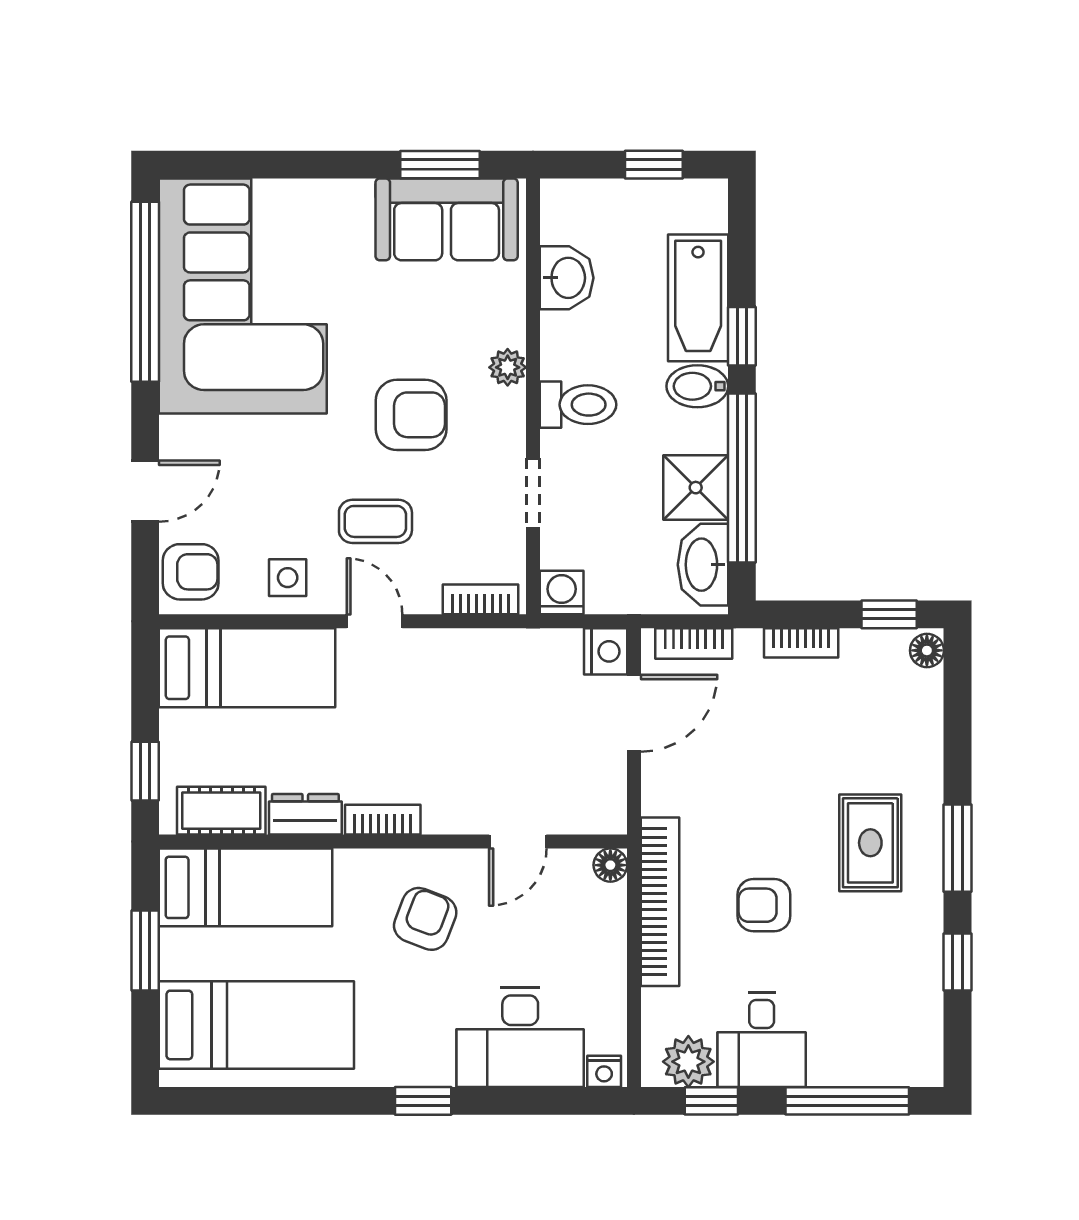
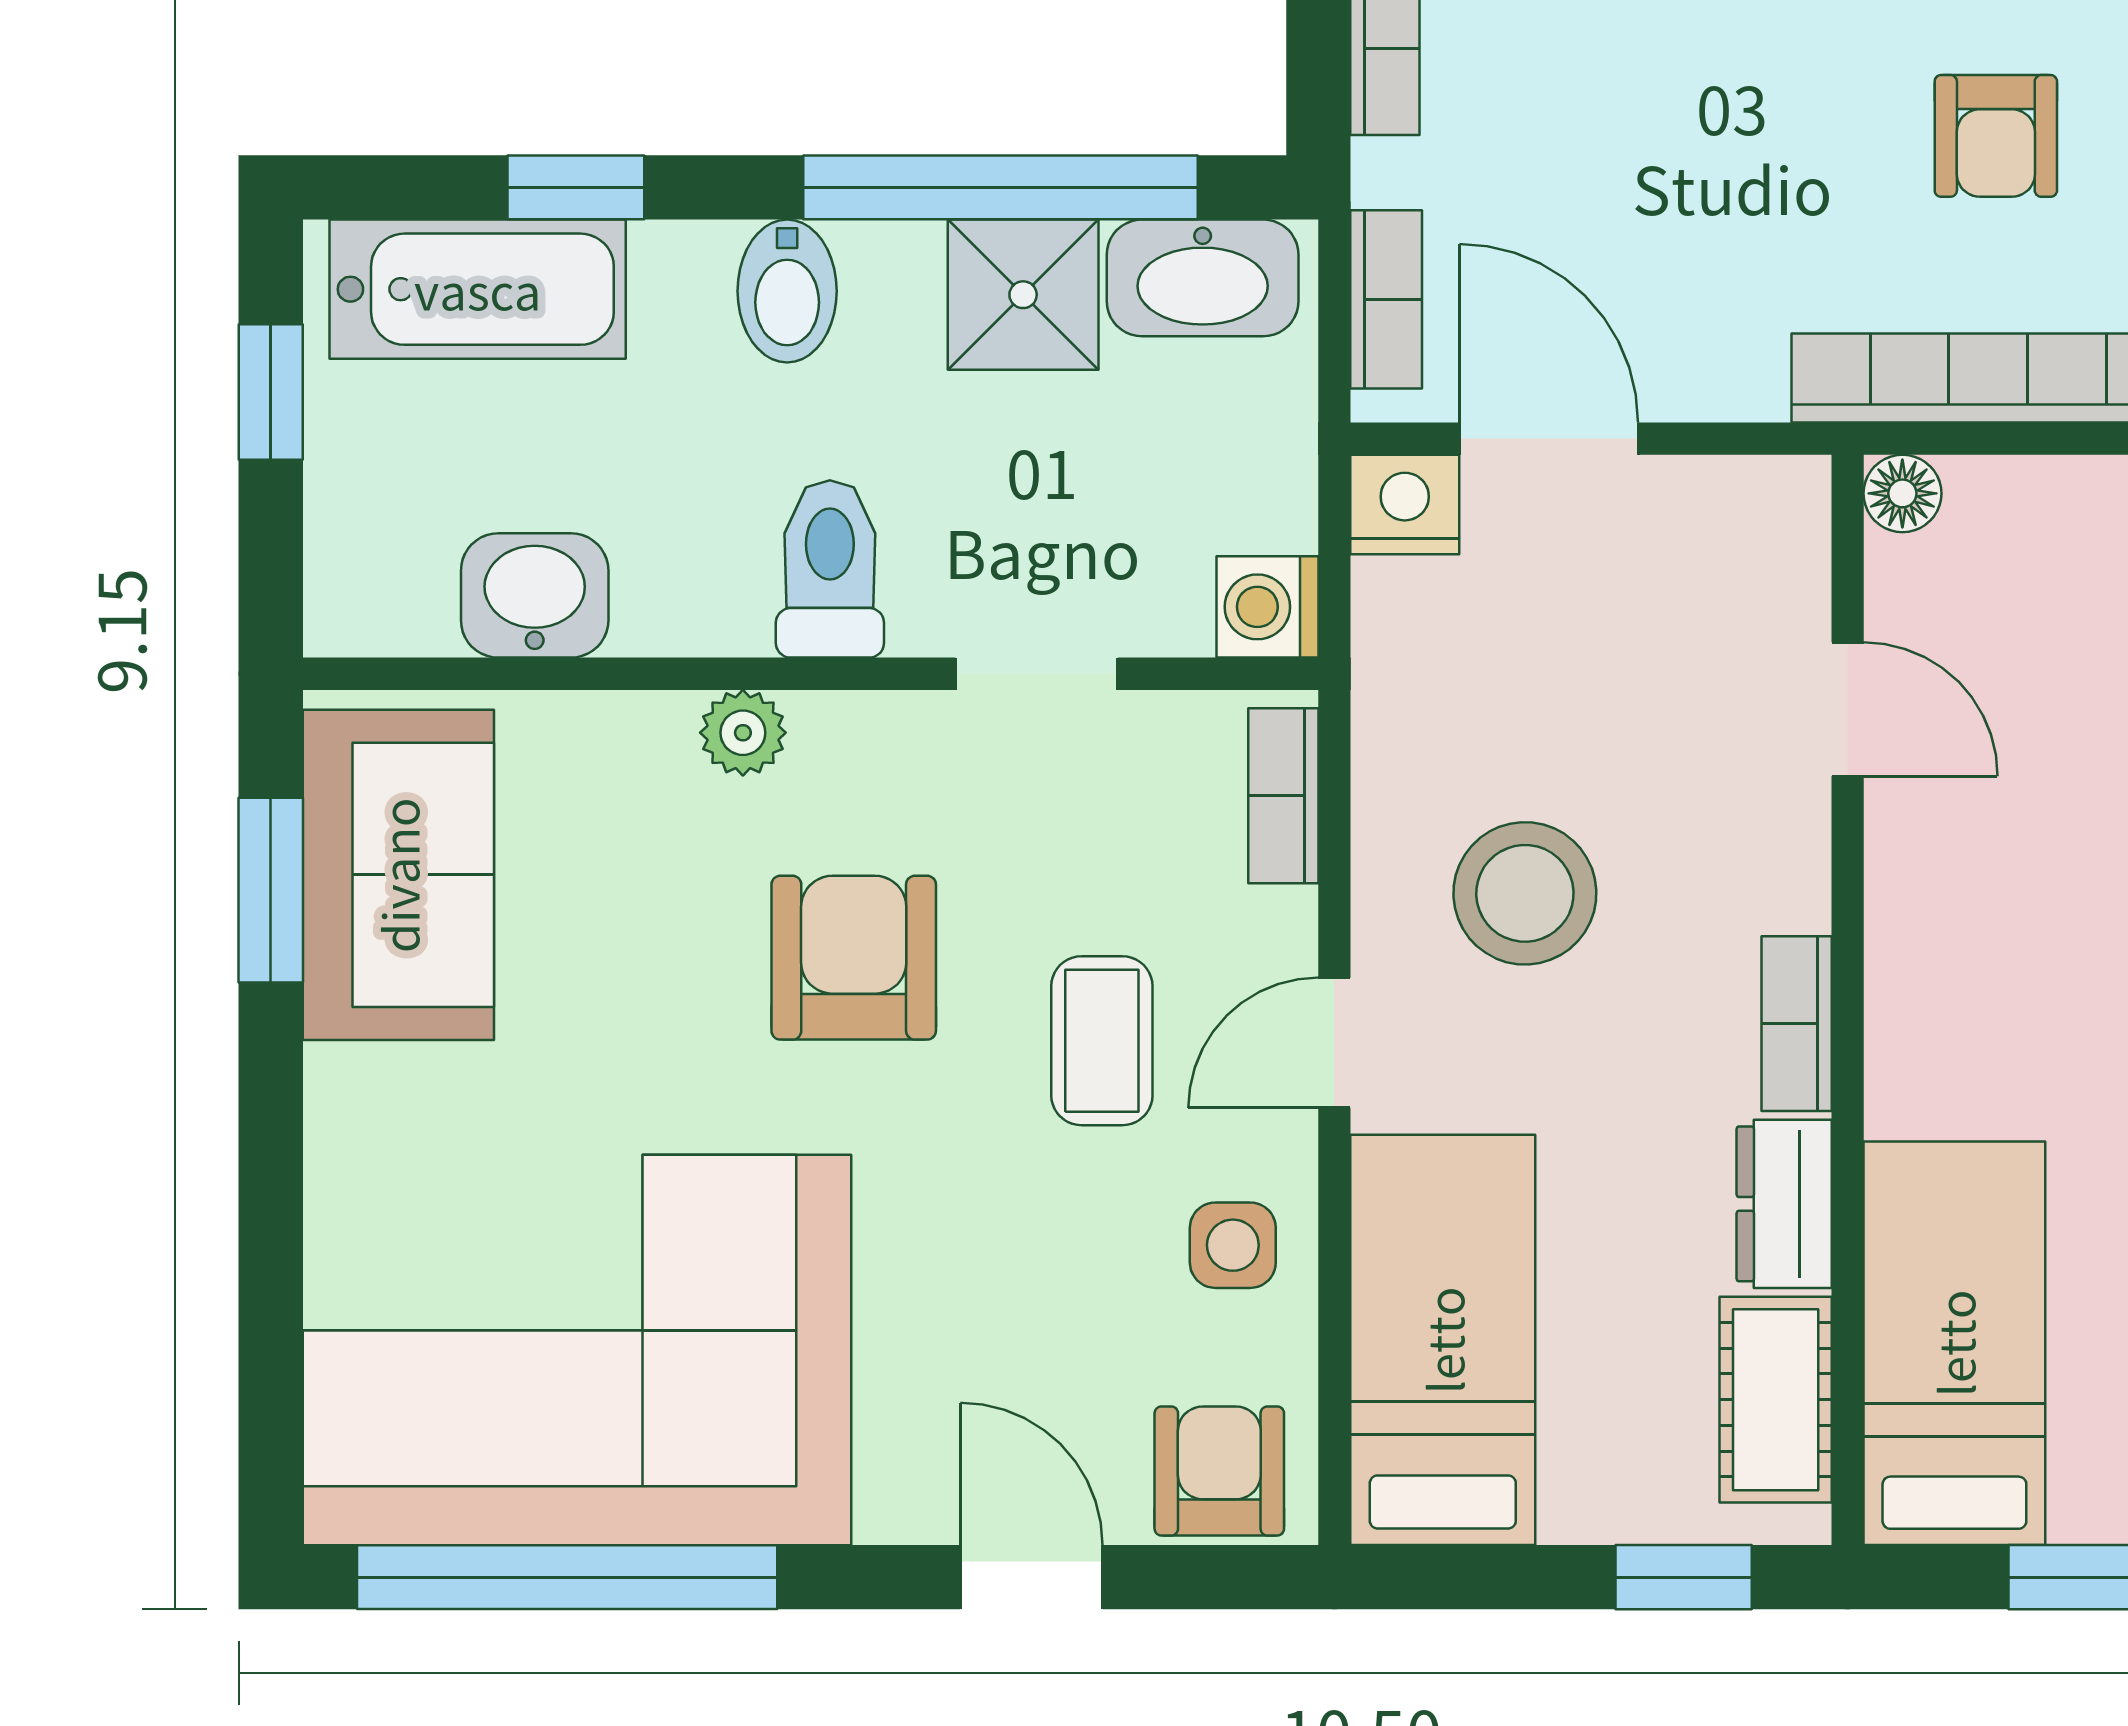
bathtub: (698, 298) -> (478, 289), moved
window: (742, 336) -> (576, 187), moved
stool: (439, 703) -> (1525, 893), added
armchair: (425, 919) -> (2028, 925), removed

